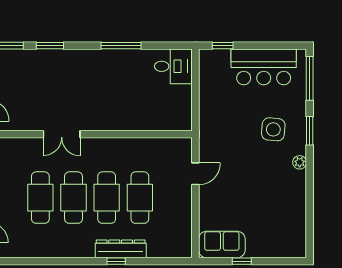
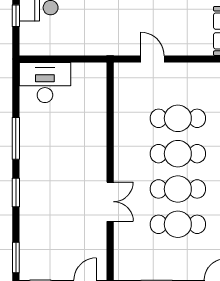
window: (50, 46) -> (16, 193), moved
window: (223, 46) -> (16, 16), moved
desk: (173, 66) -> (45, 83), width x1.37

